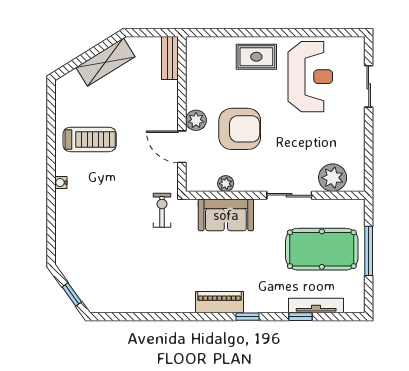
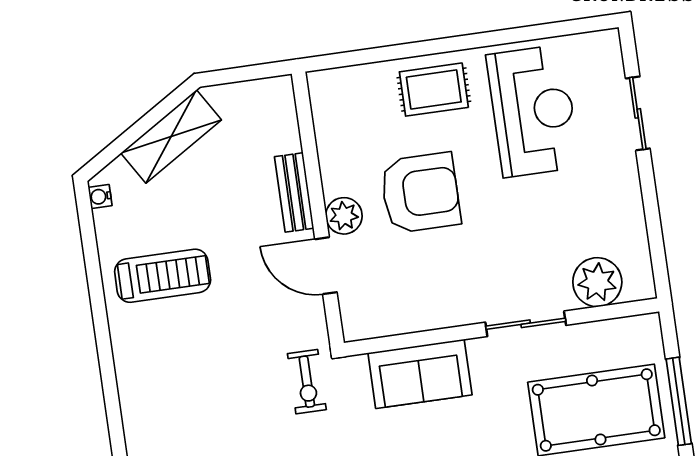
bench: (170, 58) -> (294, 192), moved
armchair: (240, 129) -> (420, 193), moved
water cooler: (61, 183) -> (100, 197), moved
plant: (226, 184) -> (412, 319), removed
exercise bike: (162, 210) -> (307, 382), turned 180

